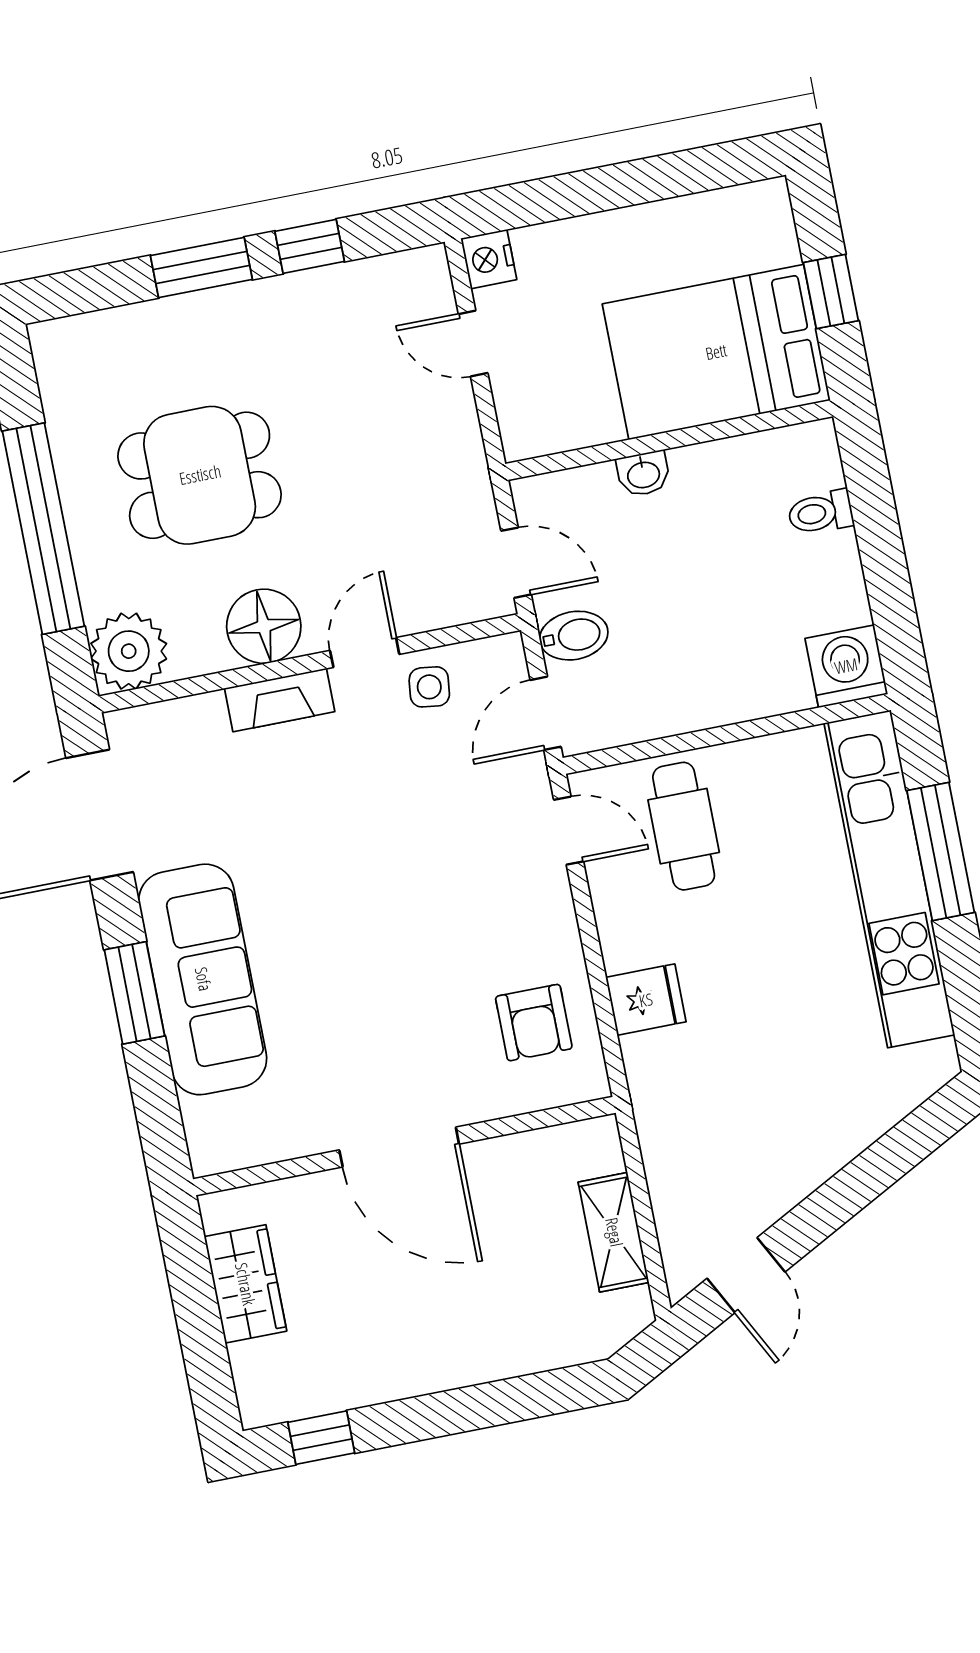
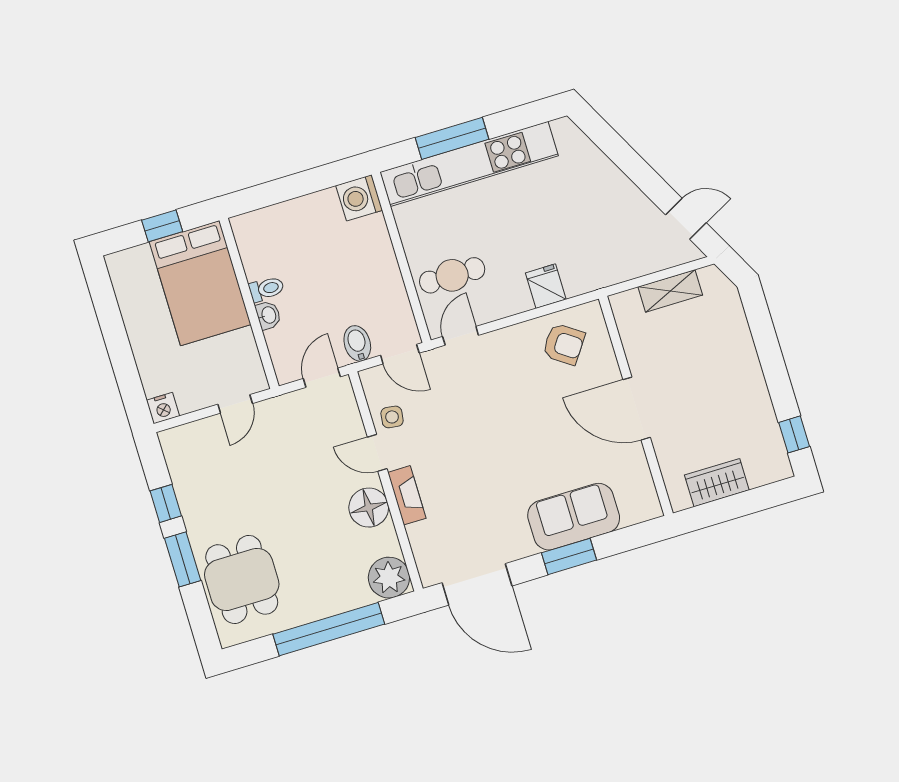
door: (473, 344) -> (235, 404), moved
dining table: (200, 475) -> (242, 579), moved
toilet: (820, 513) -> (266, 289), moved, turned -90
sofa: (203, 979) -> (574, 517), width x0.73
armchair: (534, 1023) -> (564, 344), turned 35
door: (399, 1147) -> (637, 409), swing flipped

